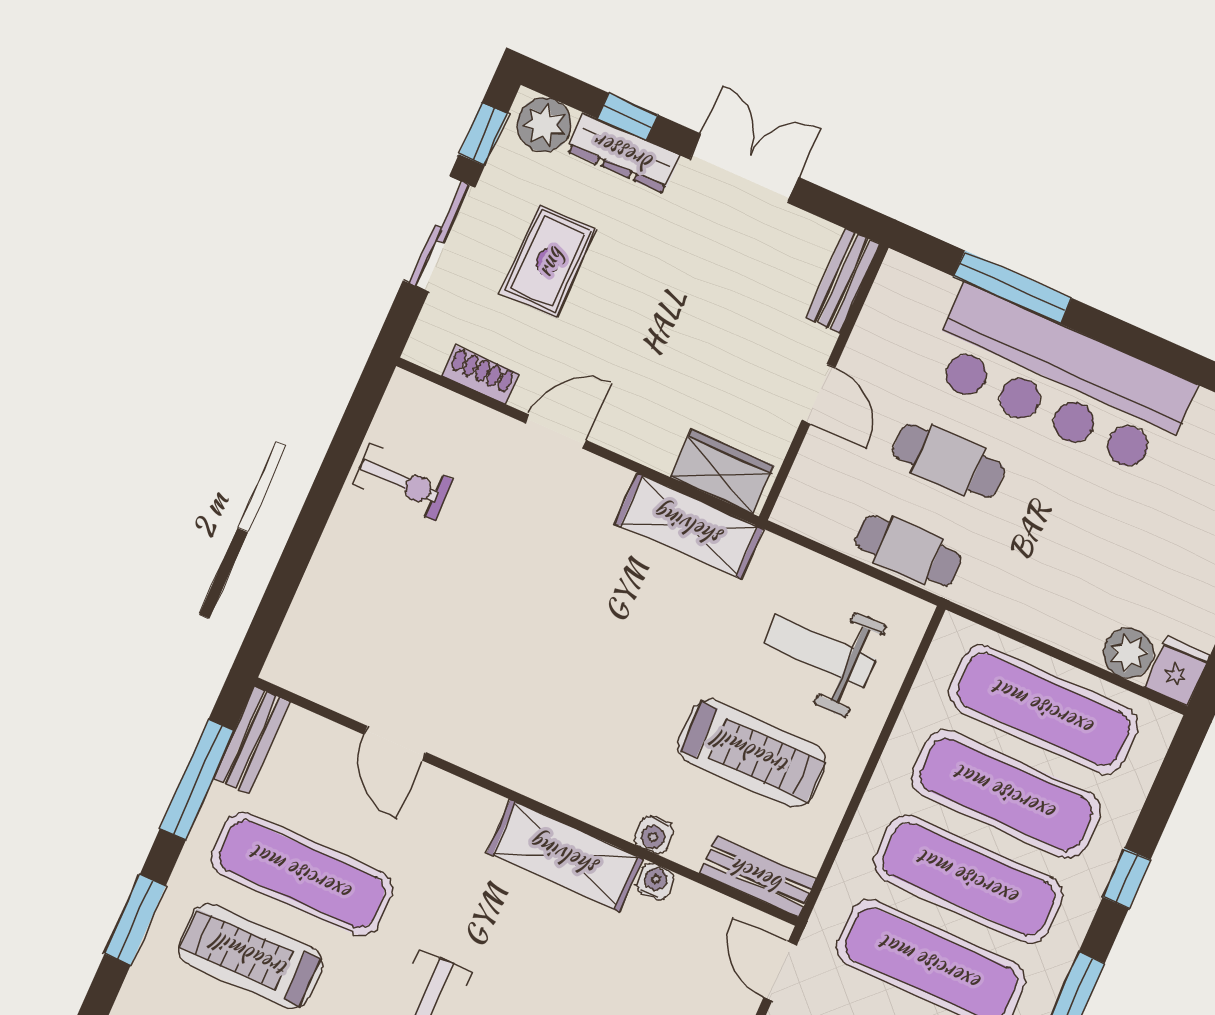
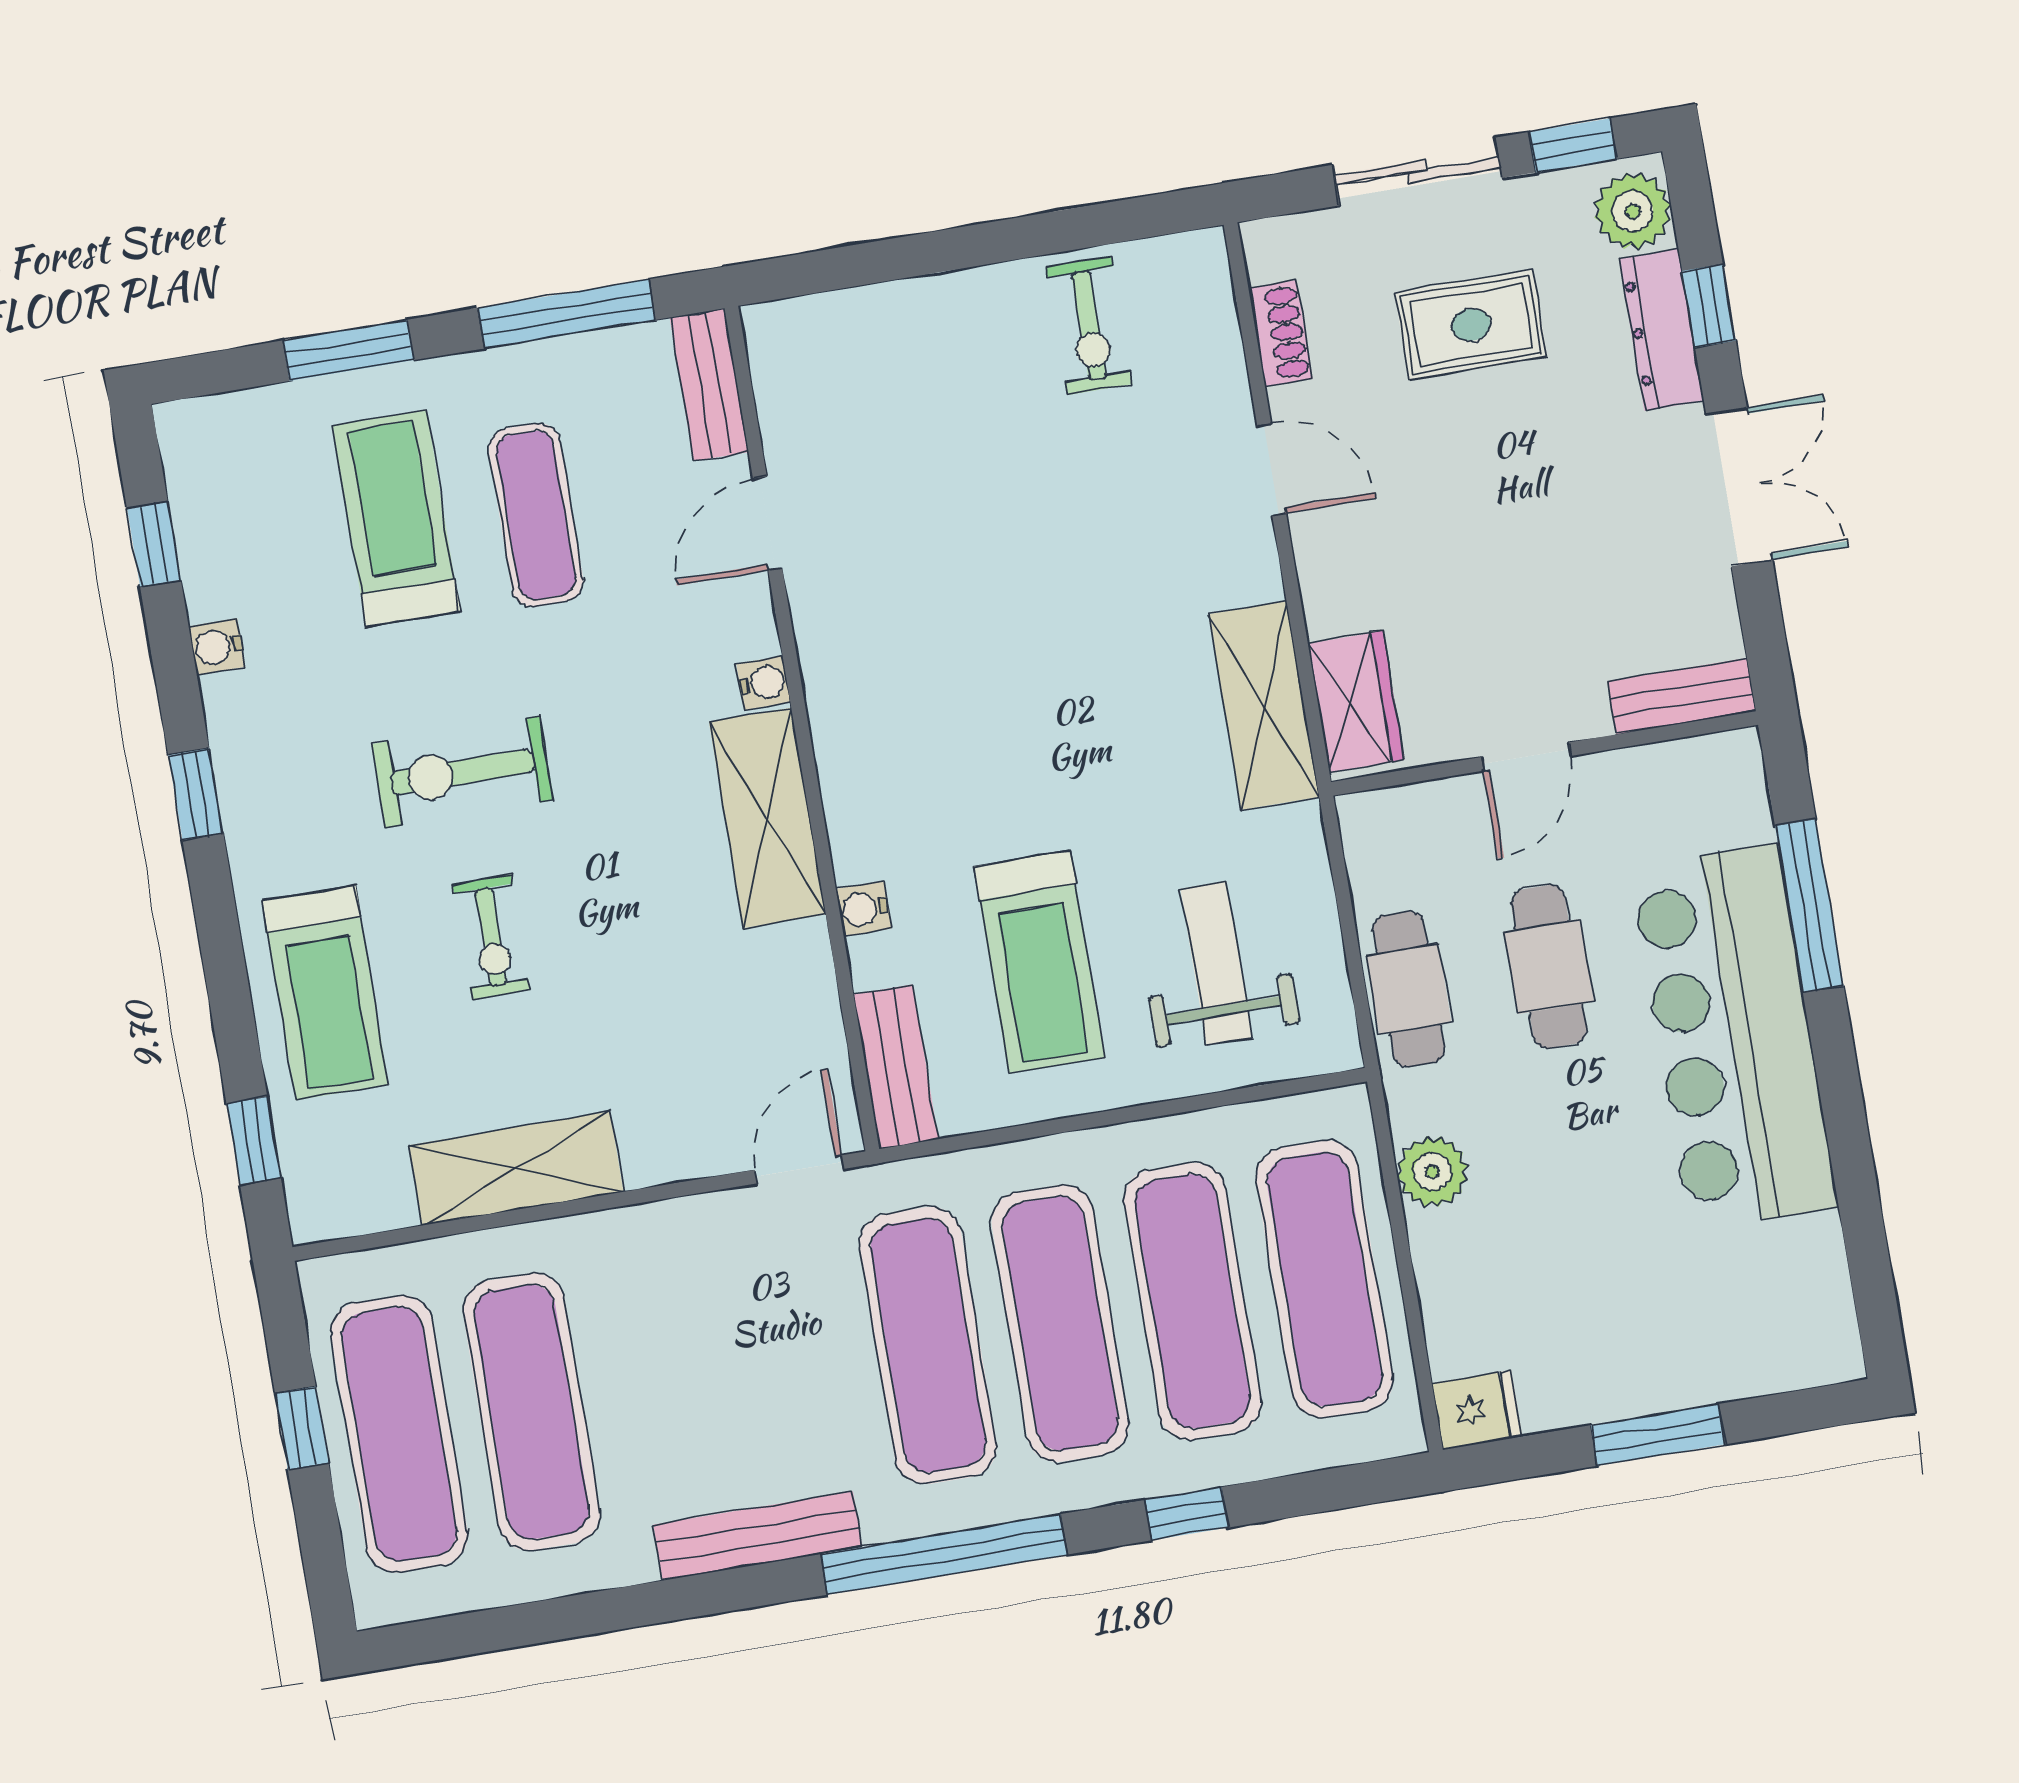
plant: (1129, 653) -> (1433, 1171), moved
bench: (251, 740) -> (709, 385), moved, turned 90
exercise mat: (302, 874) -> (536, 515), width x0.73, depth x0.69
water cooler: (655, 881) -> (764, 683), moved

